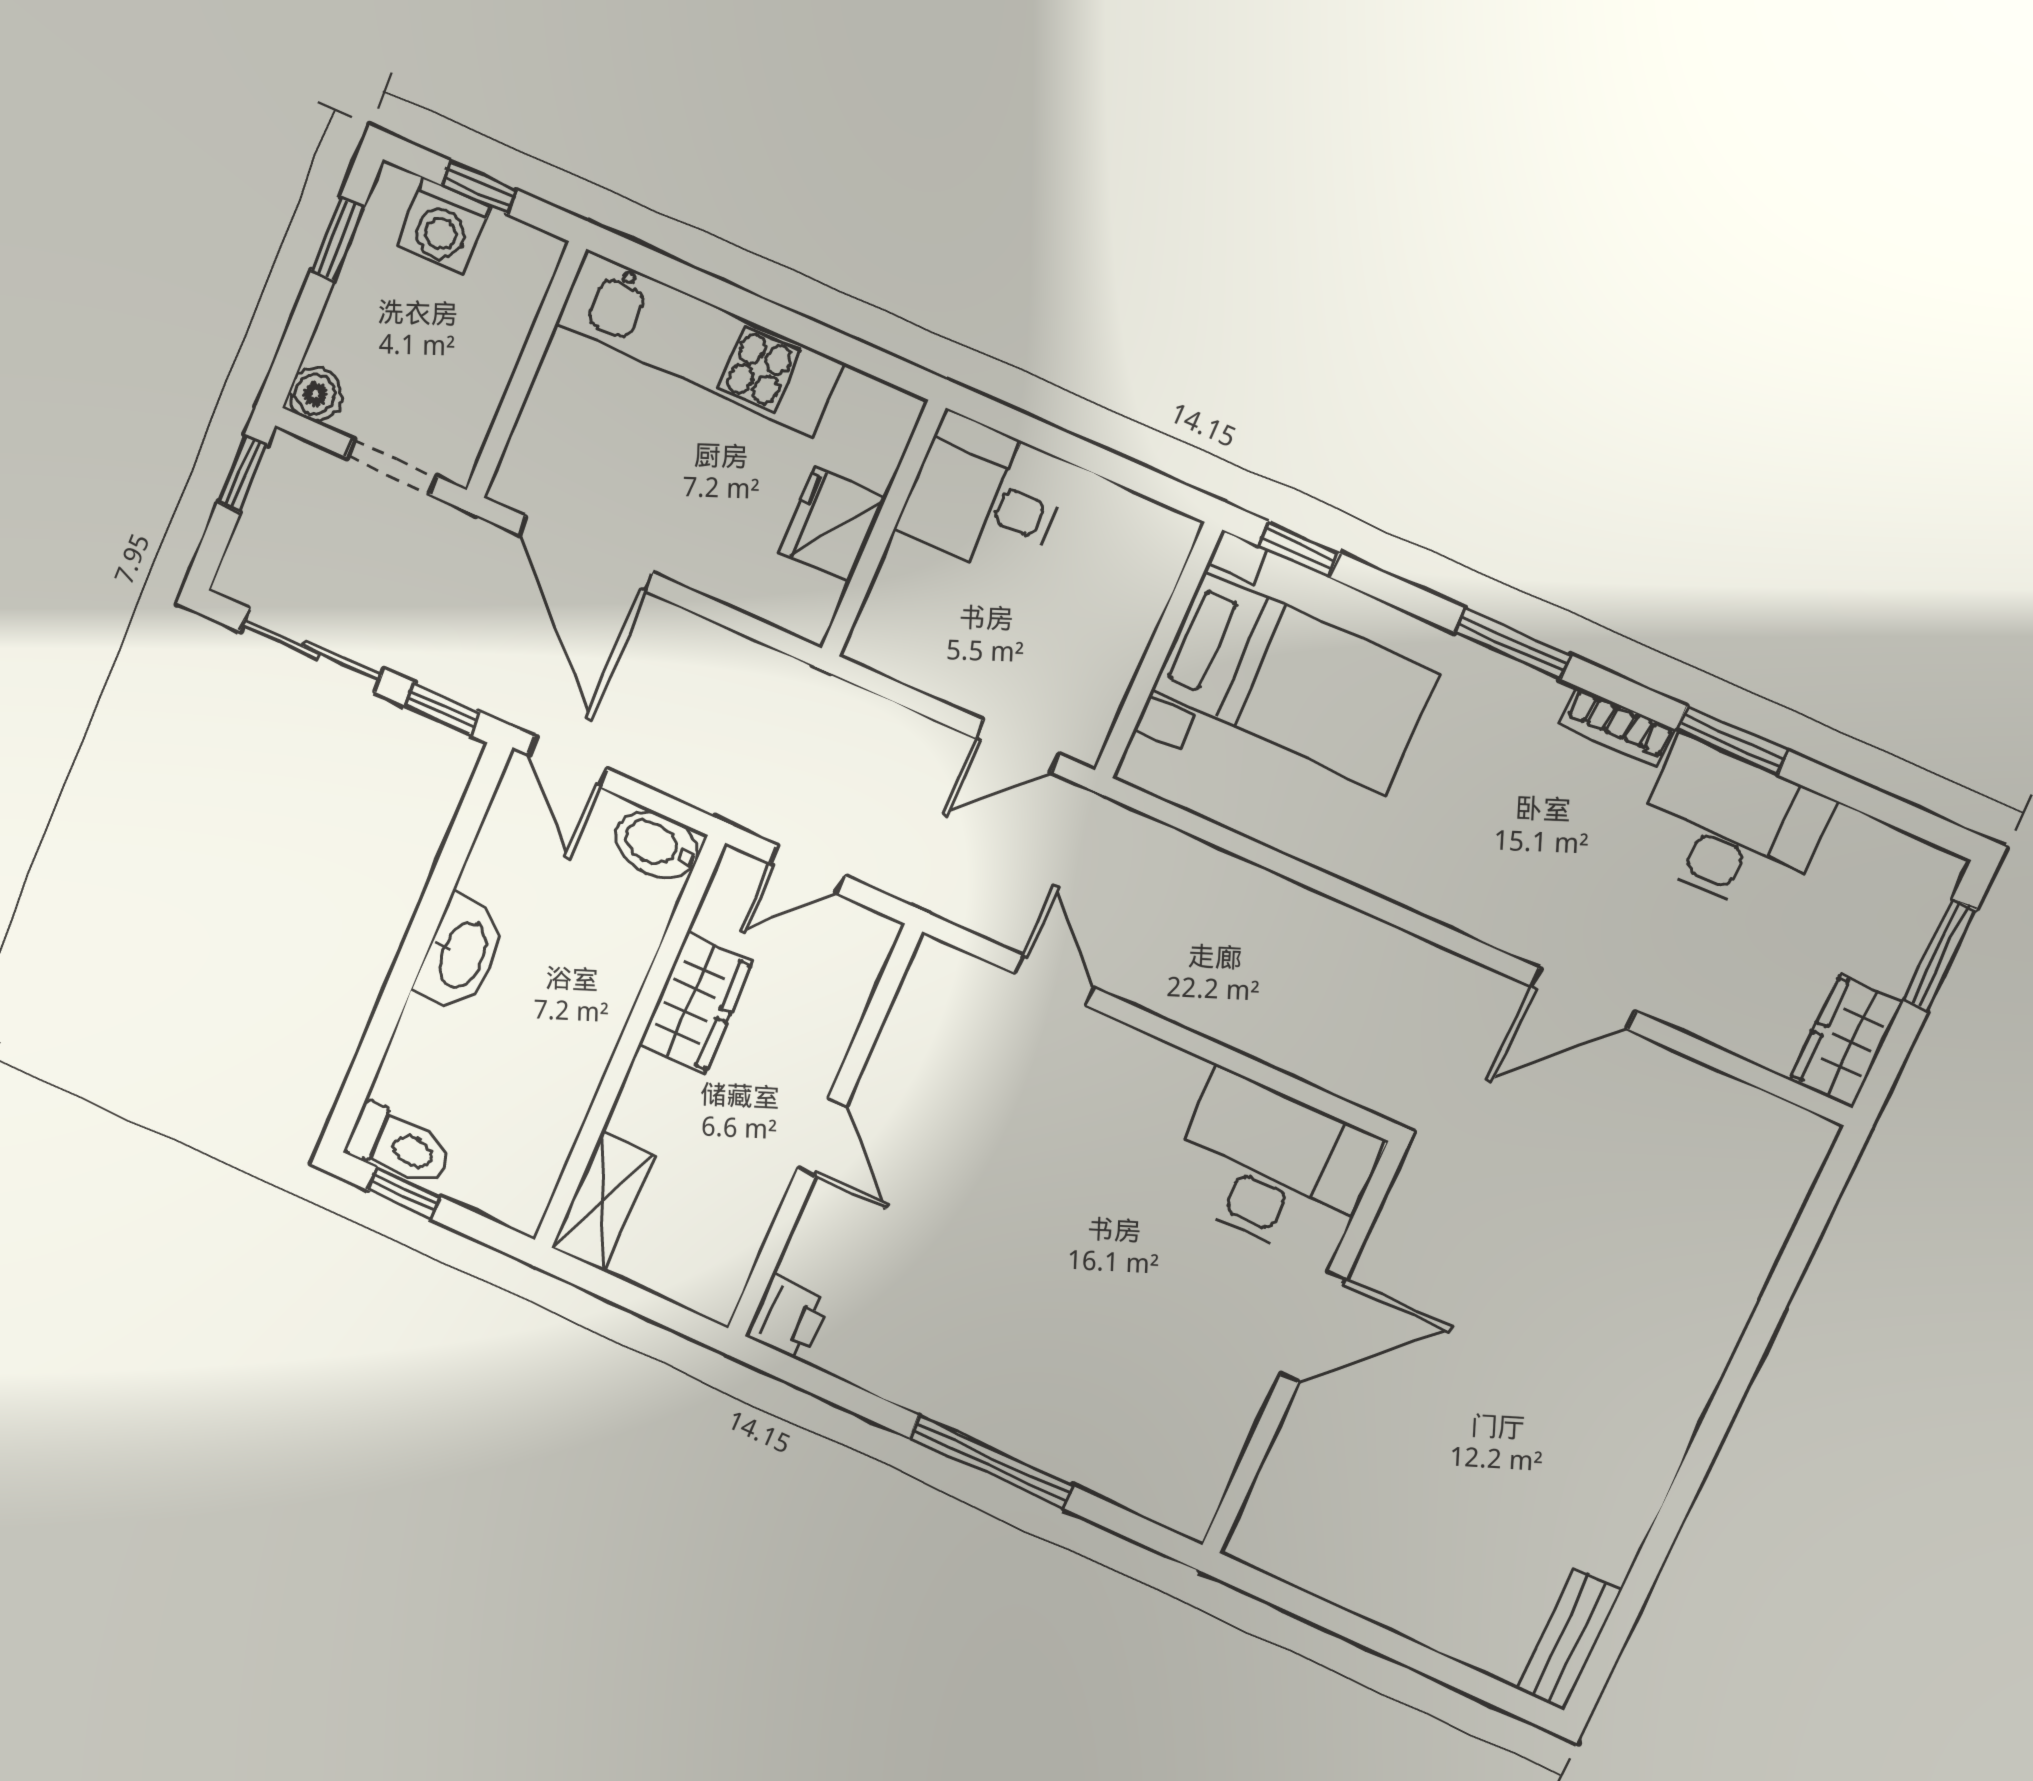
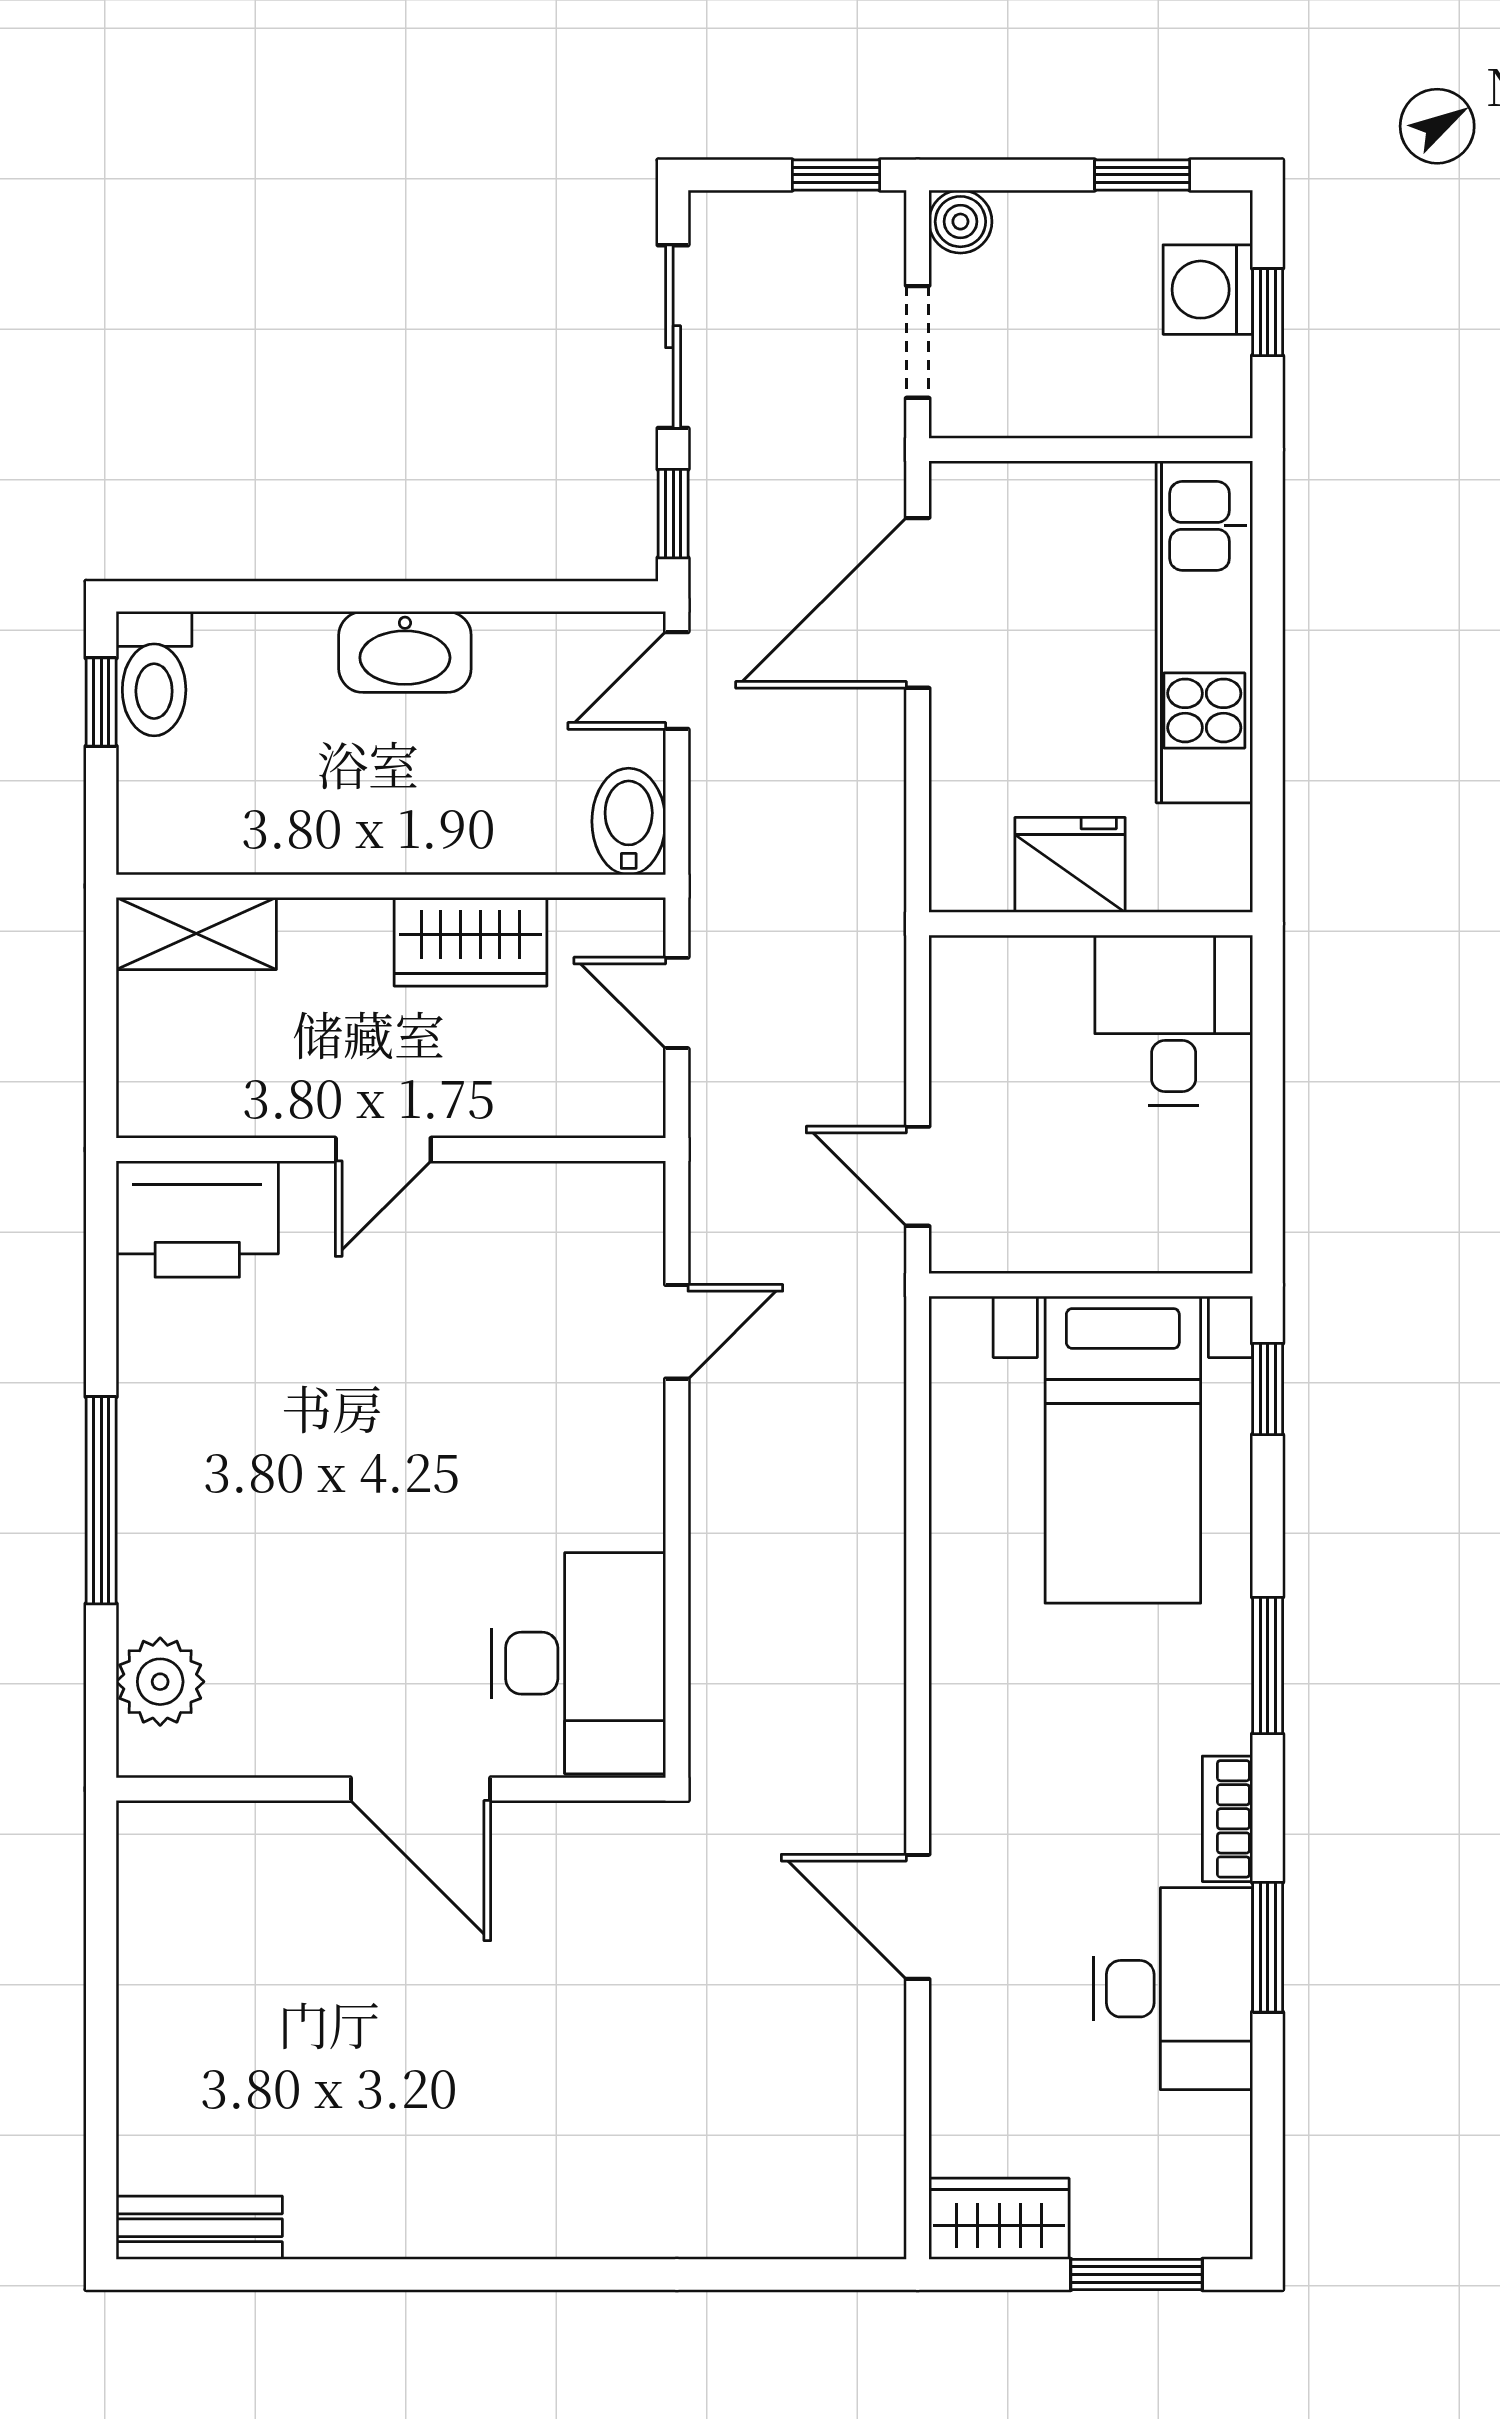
printer: (788, 1318) -> (197, 1219), width x1.87, depth x1.48
plant: (1145, 1481) -> (160, 1682), added

